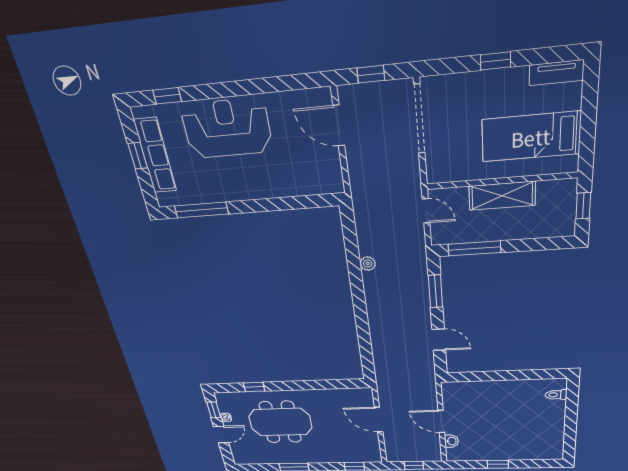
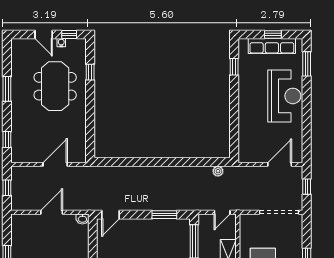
window: (167, 96) -> (307, 64), width x1.50
window: (202, 210) -> (234, 67), width x0.46
plant: (368, 264) -> (218, 171), moved
door: (439, 340) -> (110, 215), moved
washbasin: (451, 441) -> (82, 219), moved

